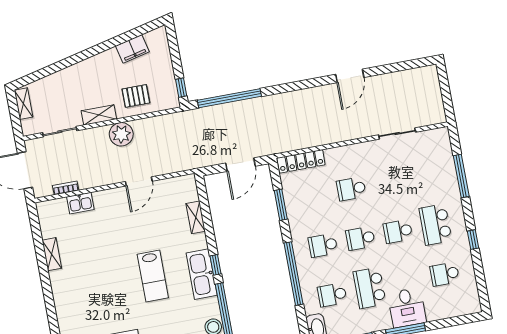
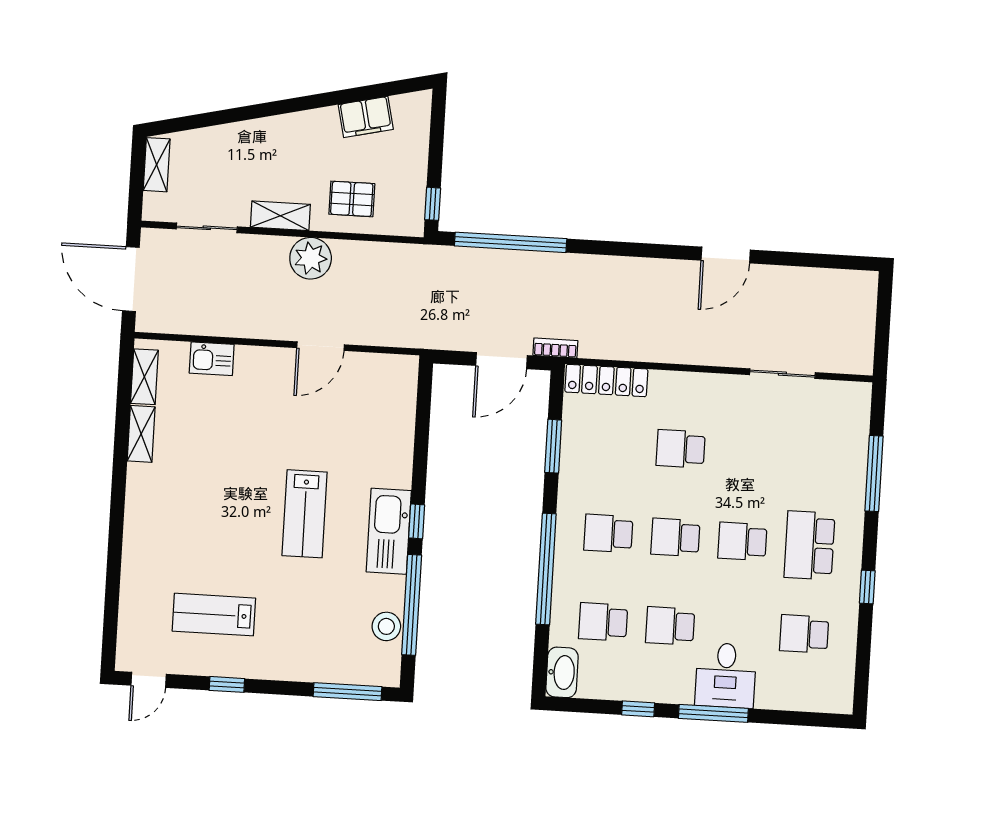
bookcase: (66, 188) -> (555, 348), moved
shelving: (196, 217) -> (144, 377), moved
school desk: (370, 288) -> (670, 626), width x0.54

